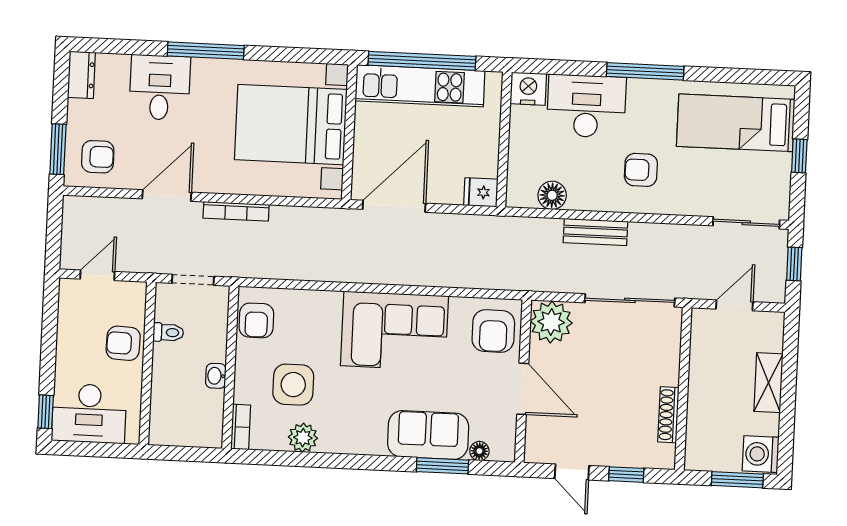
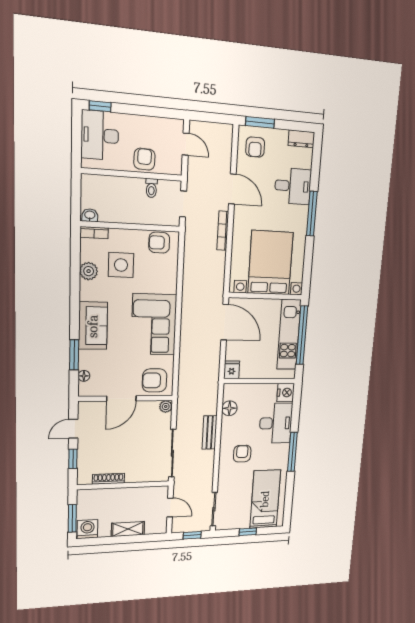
plant: (551, 322) -> (166, 406), width x0.53, depth x0.53
washbasin: (216, 376) -> (90, 215), moved
sofa: (428, 435) -> (93, 326), moved

